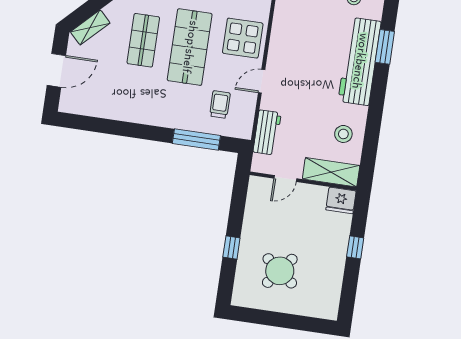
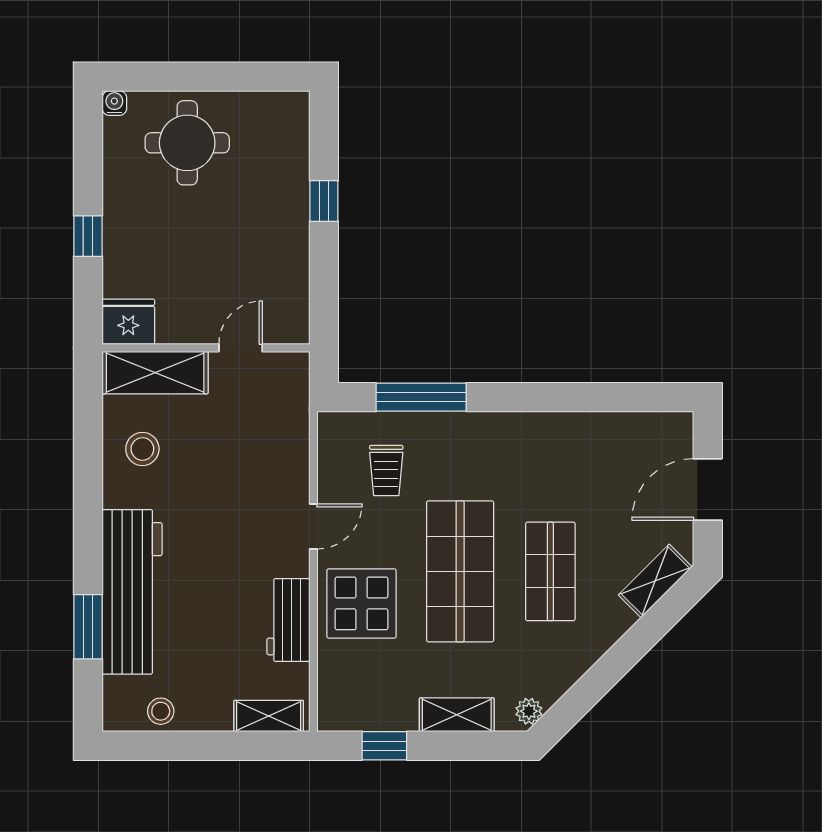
workbench: (267, 132) -> (288, 620), moved
round table: (280, 271) -> (187, 143), moved, turned -38
water cooler: (332, 314) -> (114, 103), added

